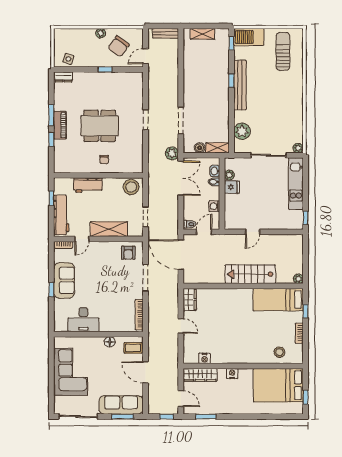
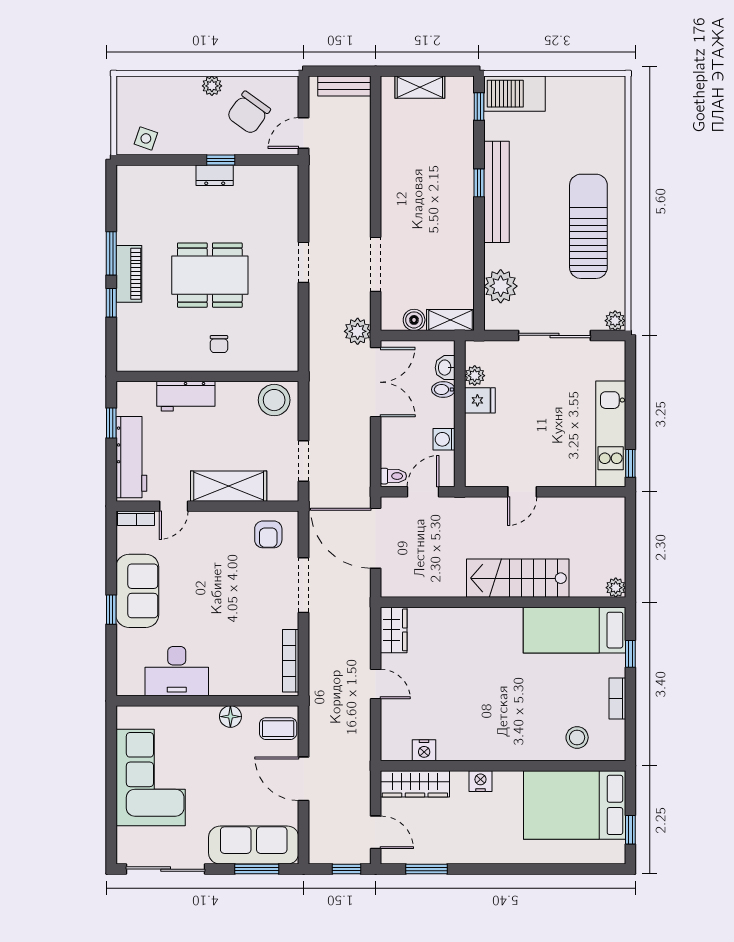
sun lounger: (283, 51) -> (588, 226), moved, width x1.36, depth x1.34
dresser: (63, 77) -> (215, 175), moved
kitchen unit: (296, 184) -> (611, 434), moved

